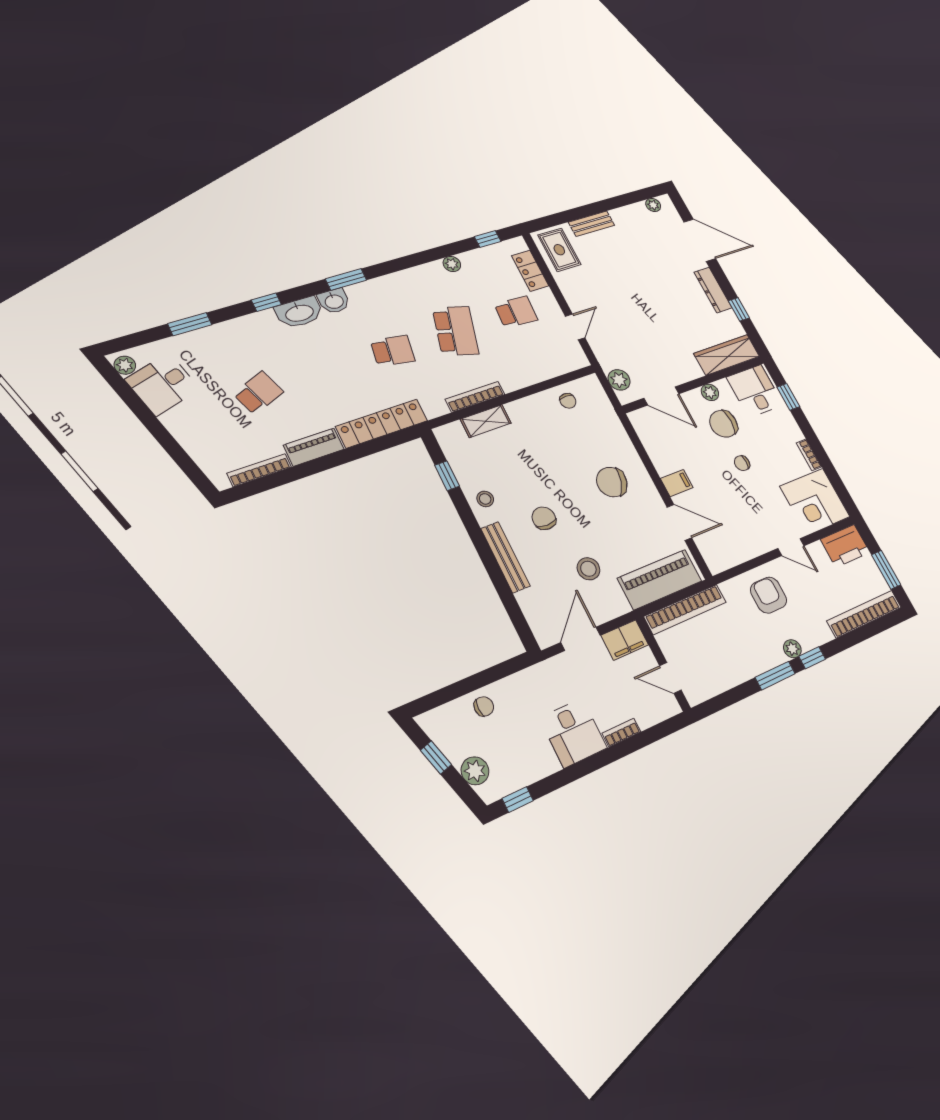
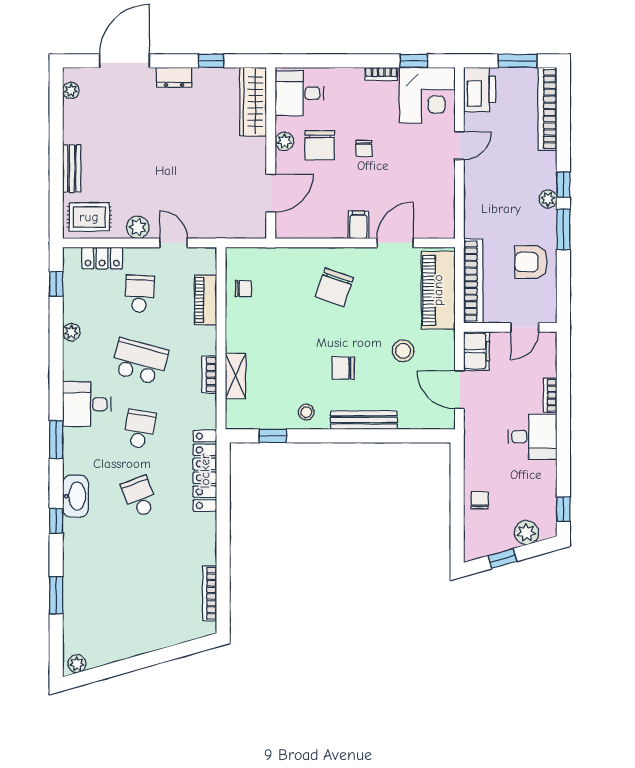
dresser: (713, 290) -> (174, 77), width x0.70
washbasin: (334, 301) -> (74, 460), removed
plant: (619, 380) -> (138, 227), moved
desk: (163, 384) -> (87, 404), moved, turned 106
school desk: (258, 393) -> (140, 497), moved
bookcase: (475, 397) -> (209, 375), width x0.64
window: (788, 397) -> (414, 61), moved
piano: (314, 447) -> (205, 300), moved
armchair: (769, 595) -> (531, 262), moved

